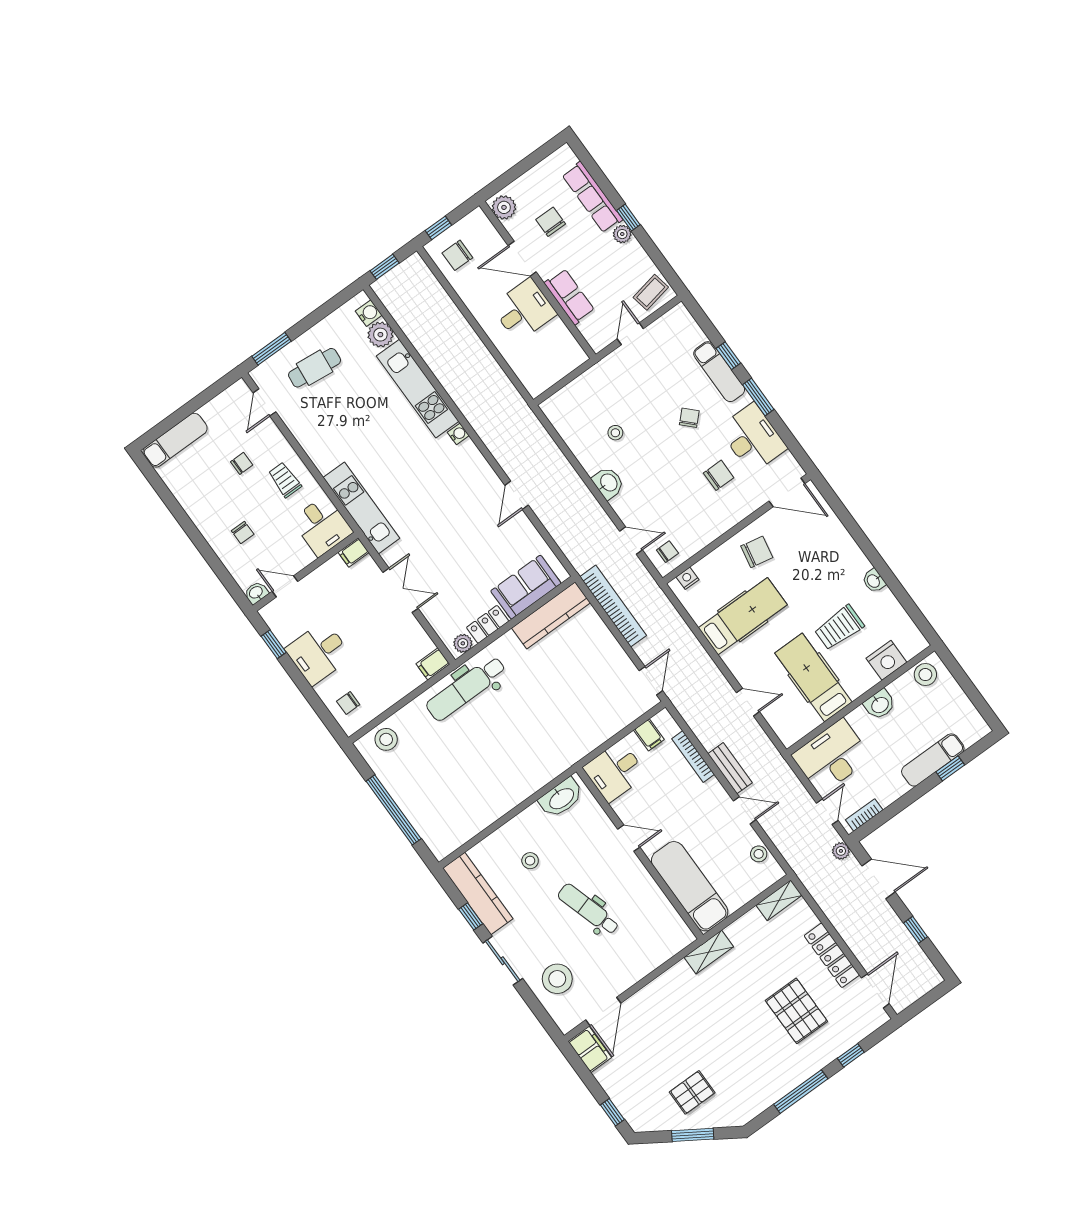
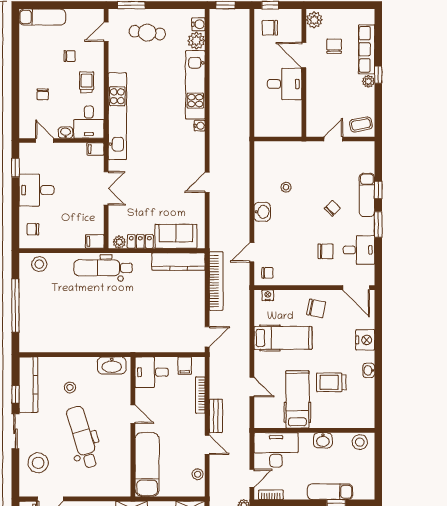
row of seats: (569, 297) -> (315, 95), removed
desk: (753, 438) -> (359, 250), width x0.73
kitchen unit: (361, 508) -> (117, 116), width x1.36
door: (631, 541) -> (252, 252), swing flipped
washbasin: (256, 593) -> (66, 133), moved
nightstand: (886, 660) -> (365, 340), moved, turned -90
dental chair: (588, 909) -> (83, 437), width x1.36, depth x1.38

